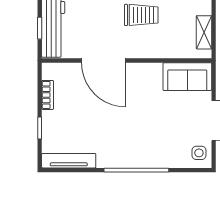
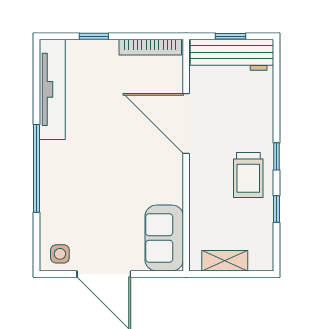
door: (103, 60) -> (186, 123), hinge flipped
bookcase: (48, 95) -> (150, 47), width x1.56
tv unit: (69, 161) -> (52, 89), width x1.36, depth x1.29

